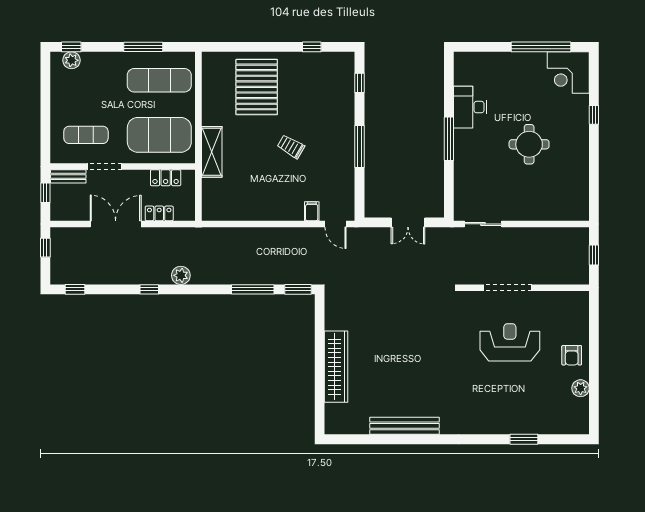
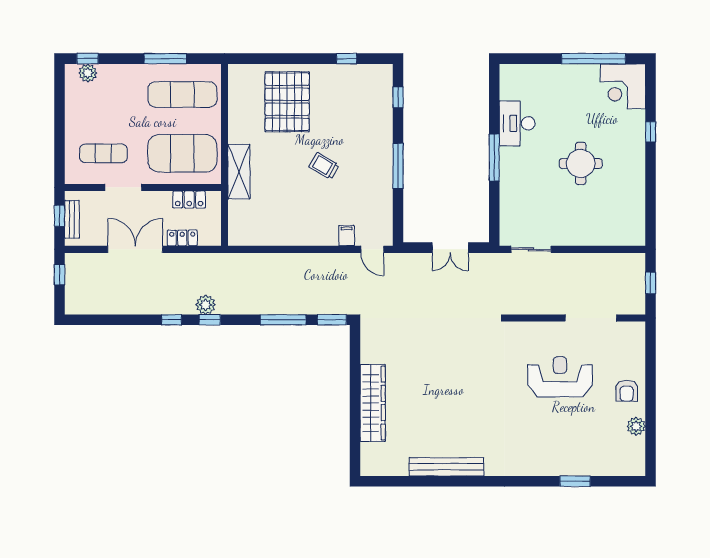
bench: (68, 176) -> (72, 219), moved, turned 90
doorway: (508, 288) -> (591, 318), moved
window: (75, 289) -> (210, 320), moved

